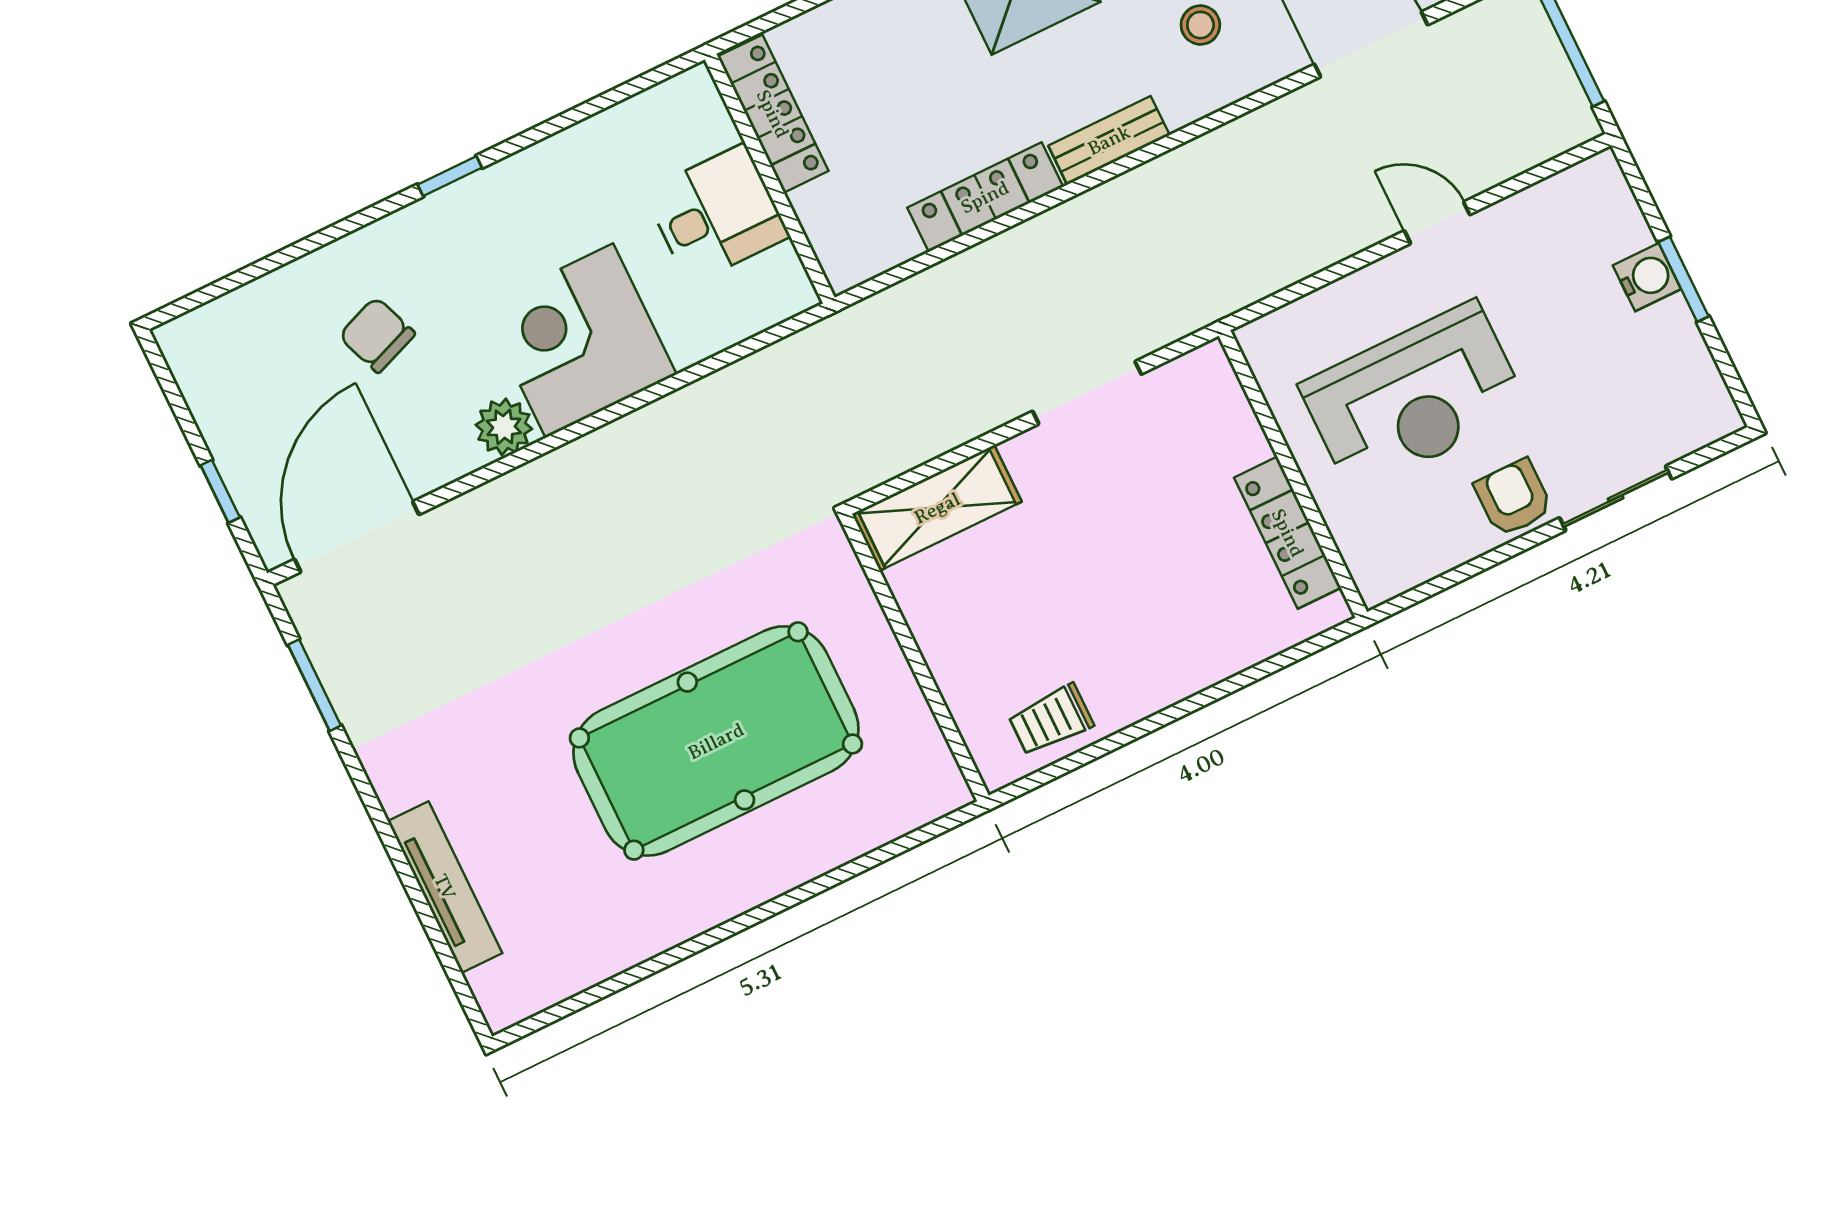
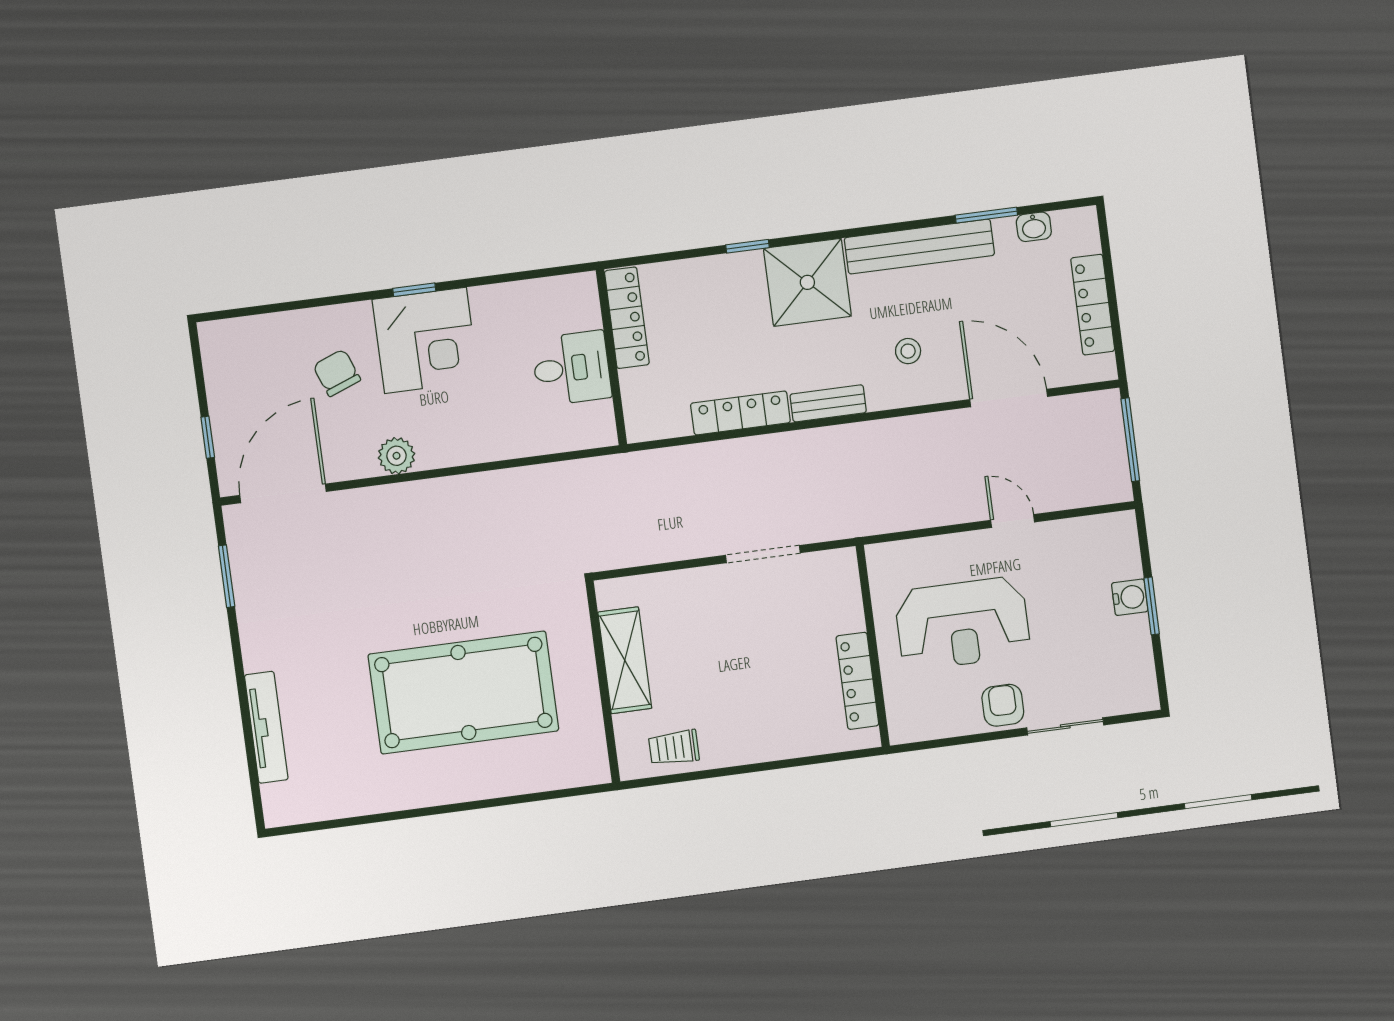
corner desk: (579, 341) -> (425, 340), moved, turned 180
shelving: (937, 508) -> (625, 660), moved, turned 90

